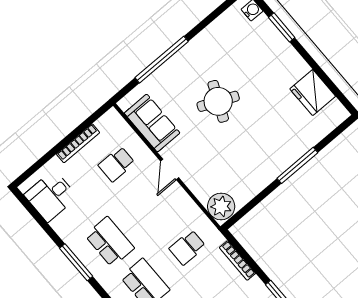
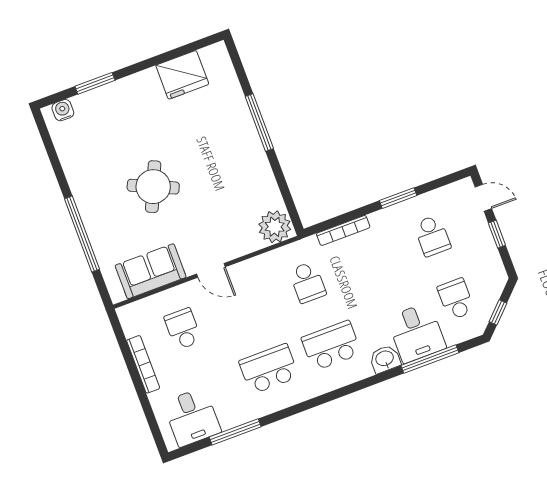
school desk: (116, 164) -> (183, 329), turned 180
window: (76, 262) -> (235, 432), moved

